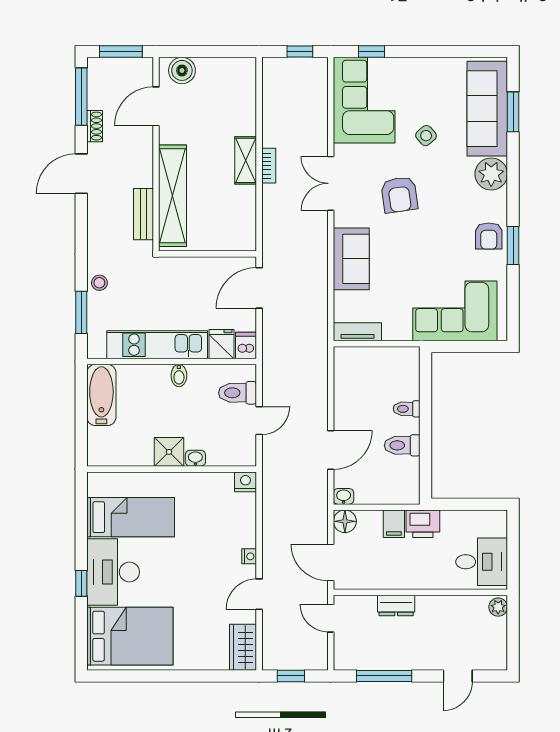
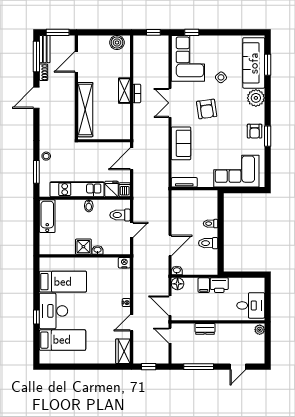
boiler: (182, 70) -> (117, 42), moved
bench: (143, 214) -> (45, 49), moved
bed: (130, 636) -> (62, 340), width x0.67

